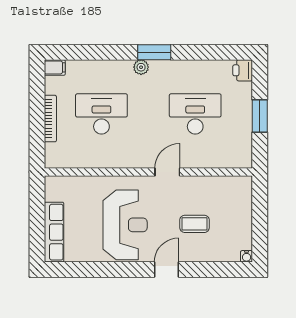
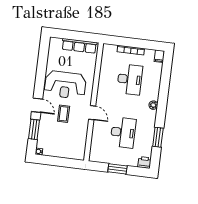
window: (154, 52) -> (158, 137), moved
coffee table: (195, 224) -> (64, 114), moved
row of seats: (54, 232) -> (79, 46), moved
window: (209, 270) -> (34, 129), added

